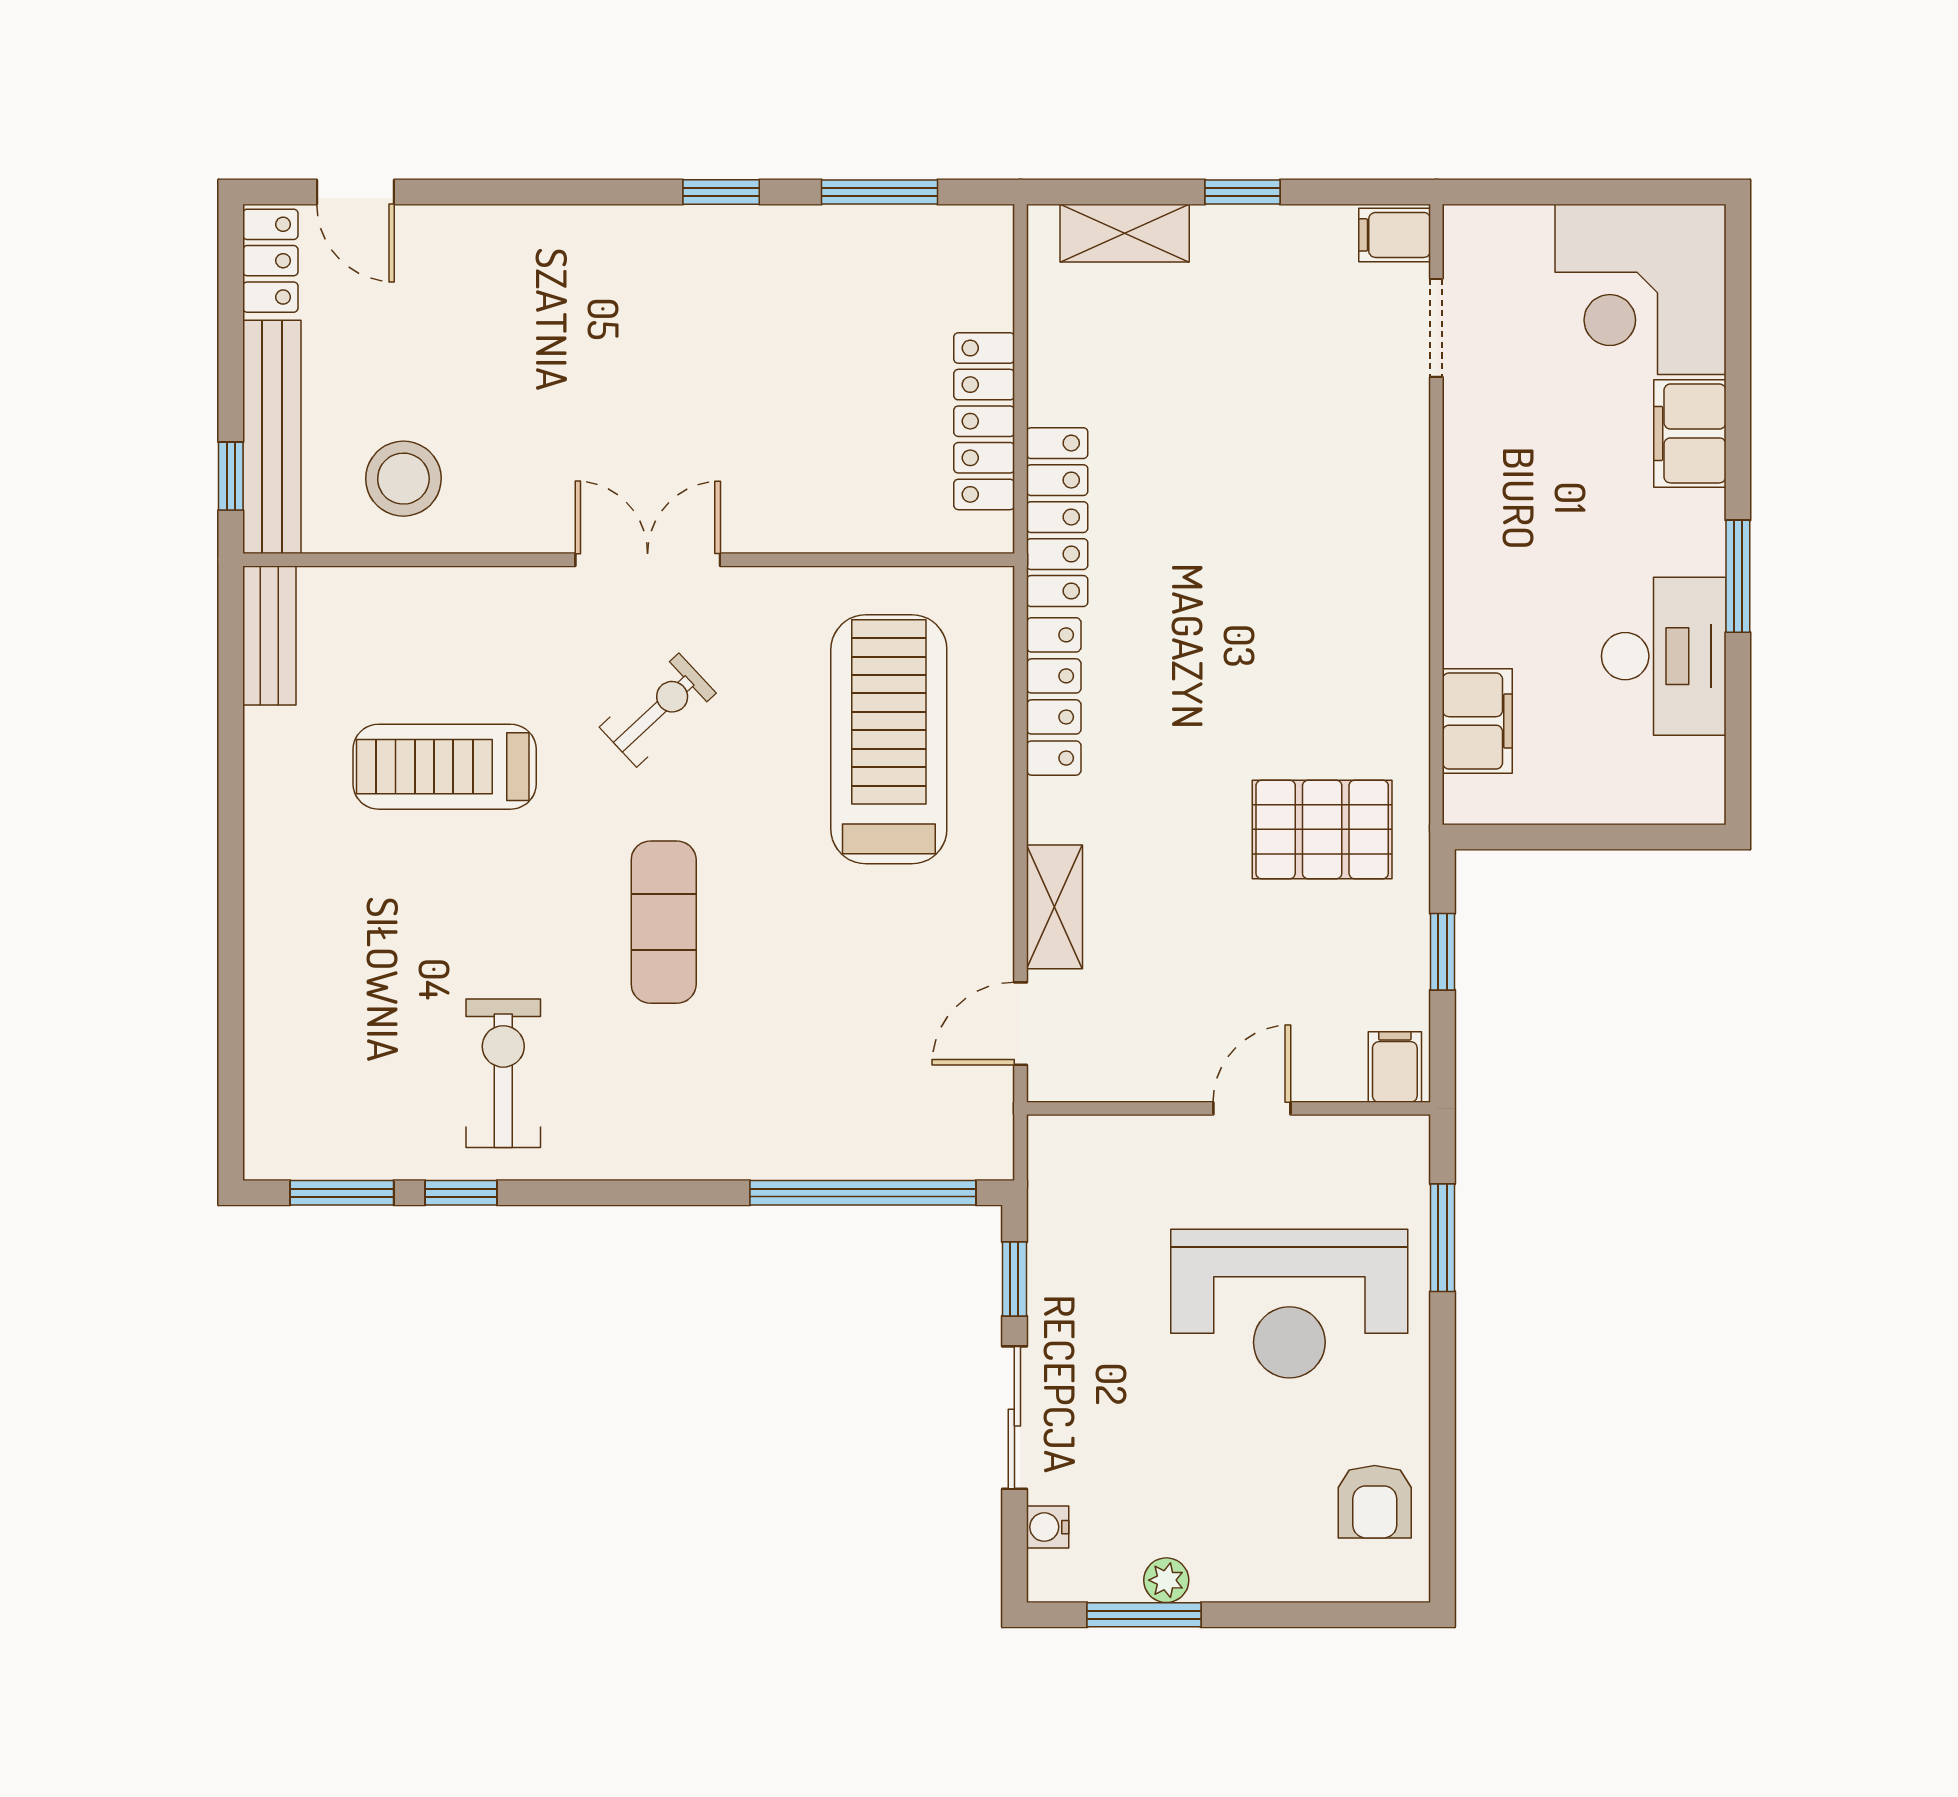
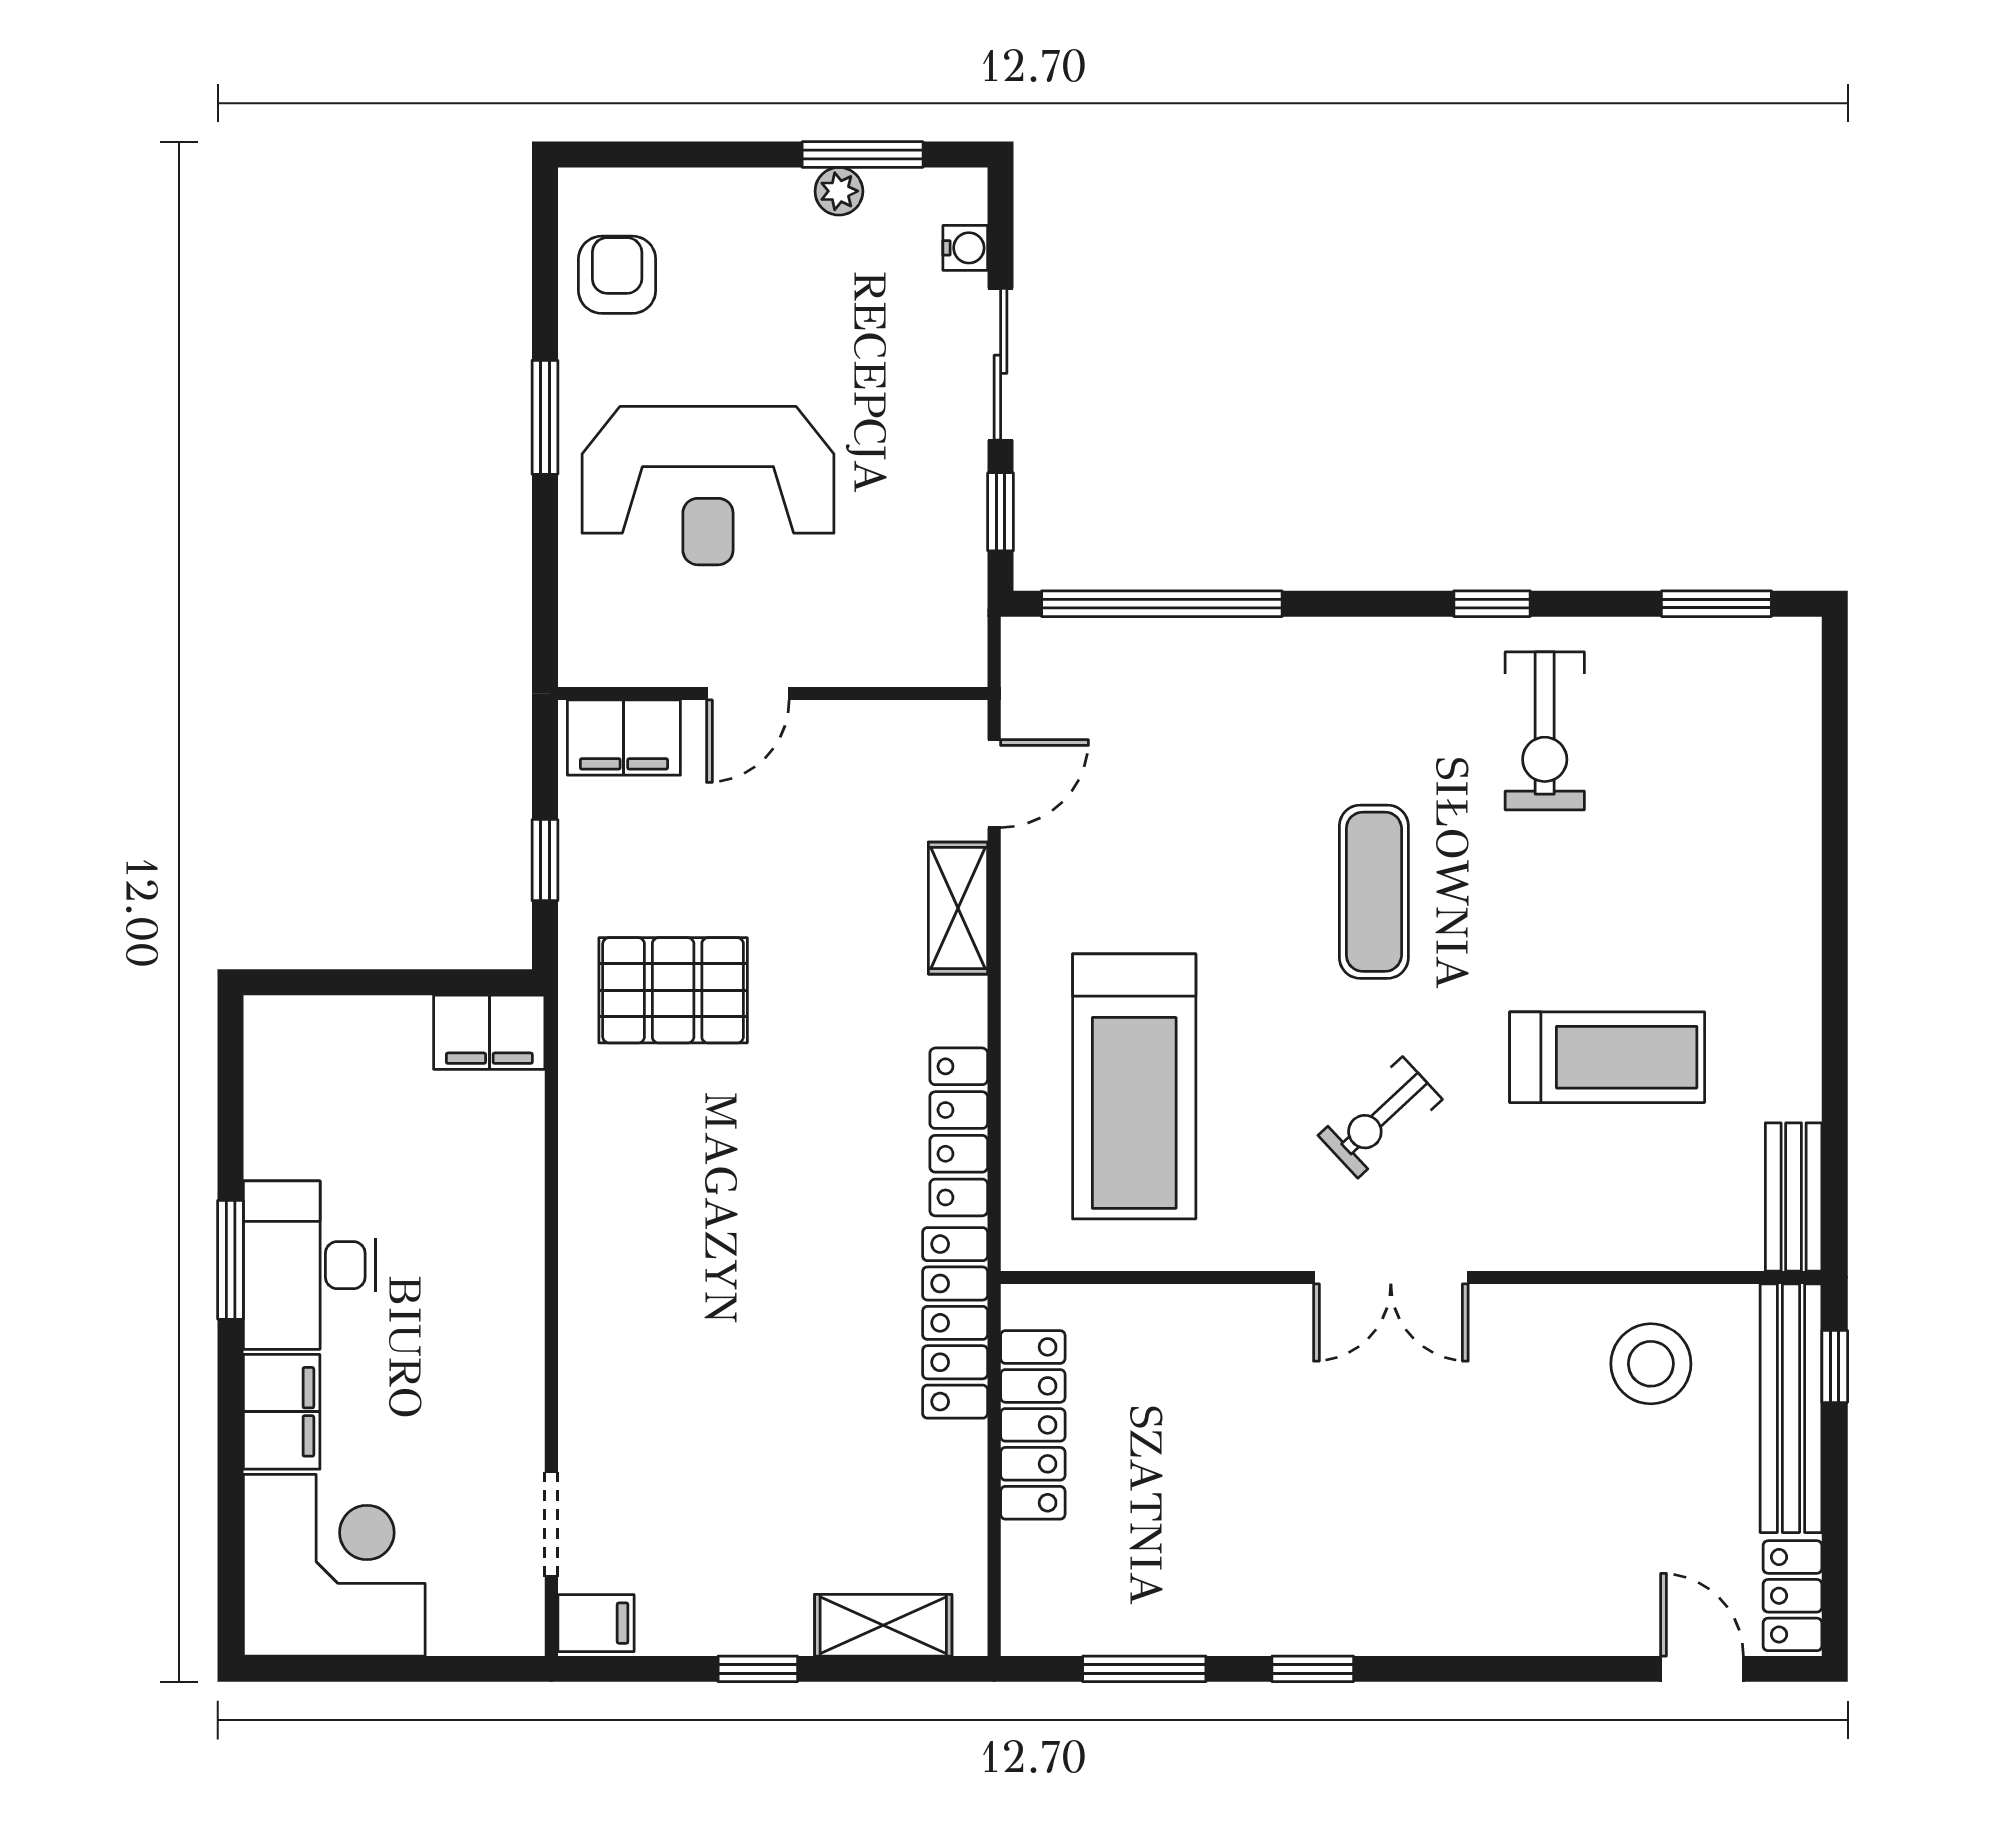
desk: (1664, 656) -> (310, 1265), moved
filing cabinet: (1477, 721) -> (489, 1032), moved, turned -90
filing cabinet: (1395, 1067) -> (624, 738), width x2.00
window: (461, 1193) -> (1492, 604), moved
window: (1442, 1238) -> (545, 417), moved
reception desk: (1289, 1304) -> (708, 486), turned 180

